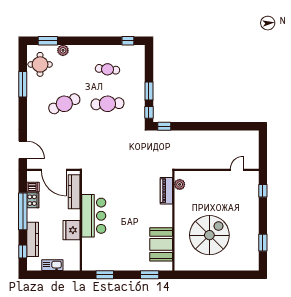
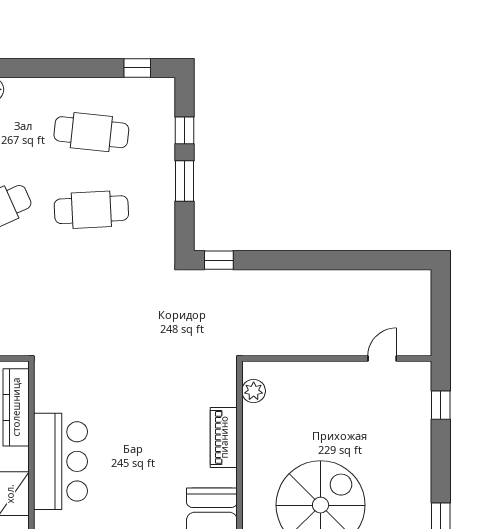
cafe table: (107, 69) -> (91, 132), width x1.37, depth x1.35
window: (149, 112) -> (185, 130), moved
piano: (166, 191) -> (224, 437), moved

